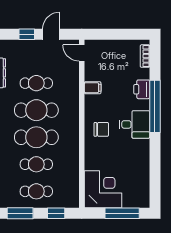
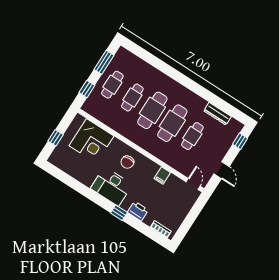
window: (27, 34) -> (240, 141), moved
door: (82, 53) -> (193, 184), hinge flipped
window: (155, 106) -> (119, 213), width x0.32
desk: (135, 124) -> (111, 187), width x1.37
corner desk: (103, 189) -> (91, 141), moved
window: (122, 213) -> (56, 138), width x0.46

